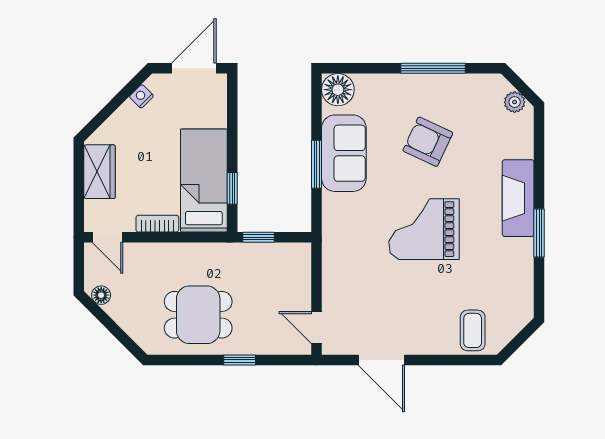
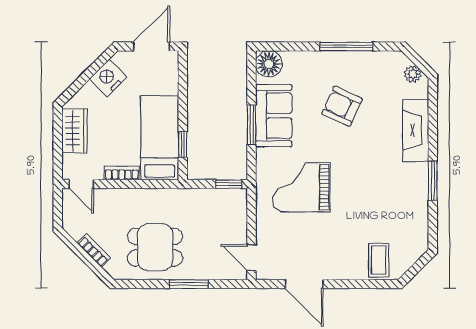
nightstand: (141, 96) -> (108, 78), width x1.89, depth x1.79
fireplace: (518, 198) -> (416, 130), moved
grand piano: (424, 229) -> (301, 187), moved
window: (259, 237) -> (229, 184), moved
floor lamp: (101, 295) -> (76, 231), removed
bookcase: (123, 319) -> (94, 250), added
window: (240, 360) -> (189, 284), width x1.50

